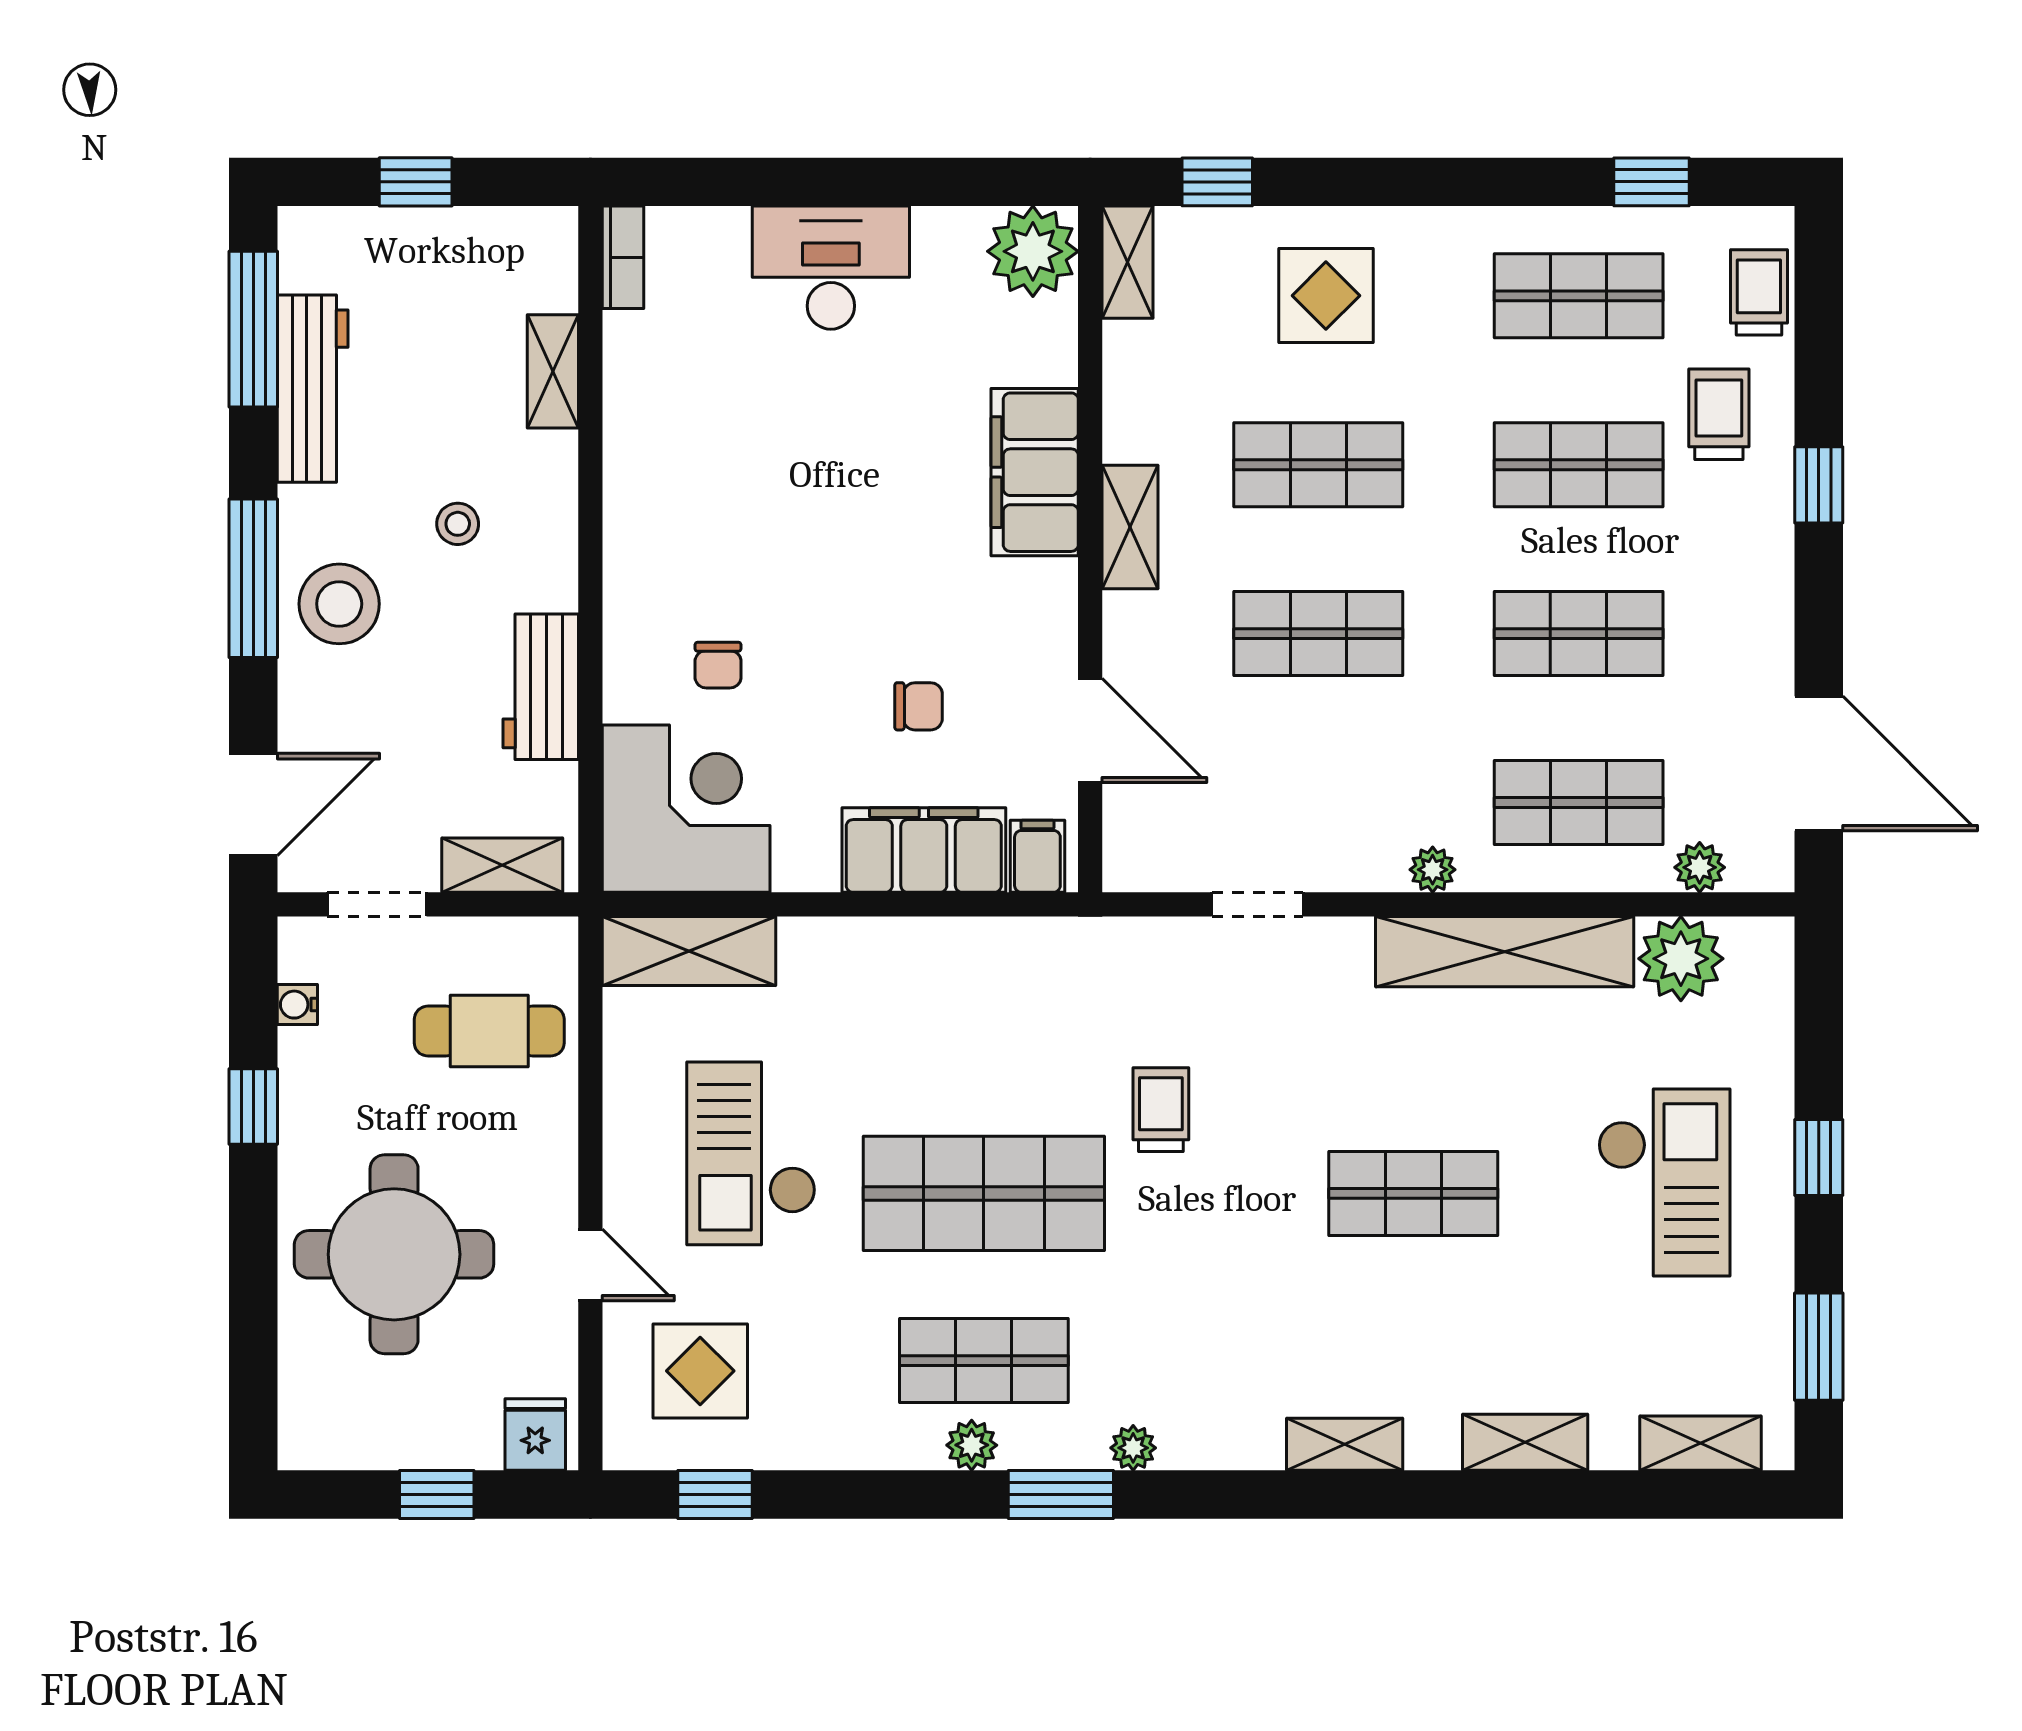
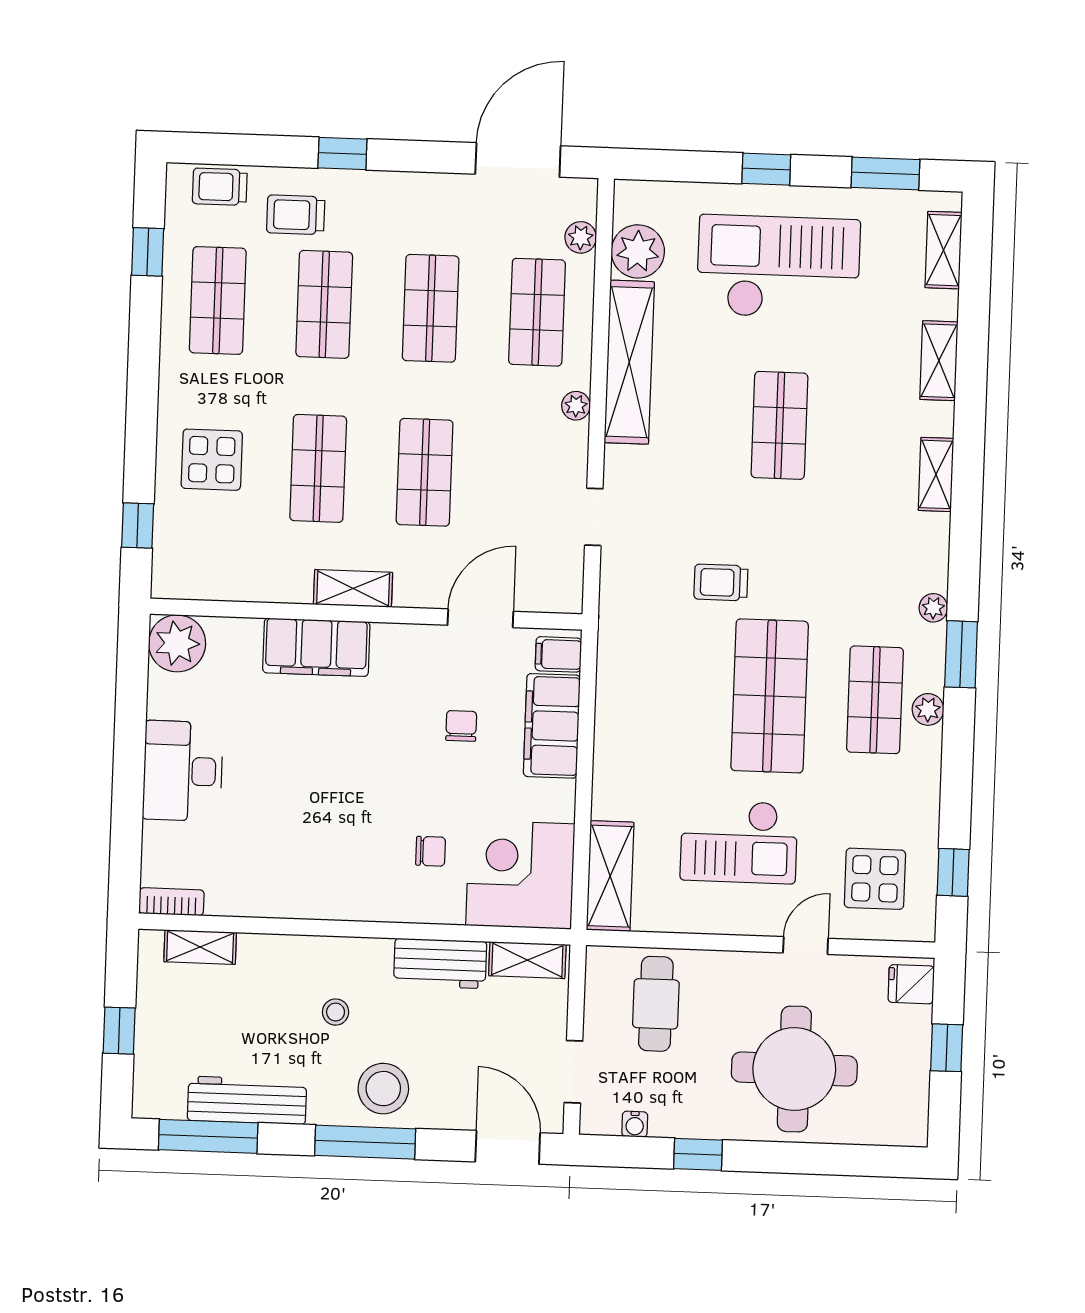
shelving: (1128, 262) -> (186, 584), removed
shelving: (553, 371) -> (200, 947), moved
shelving: (502, 865) -> (527, 960), moved, turned 90
checkout: (1664, 1182) -> (778, 267), width x1.36, depth x1.21

